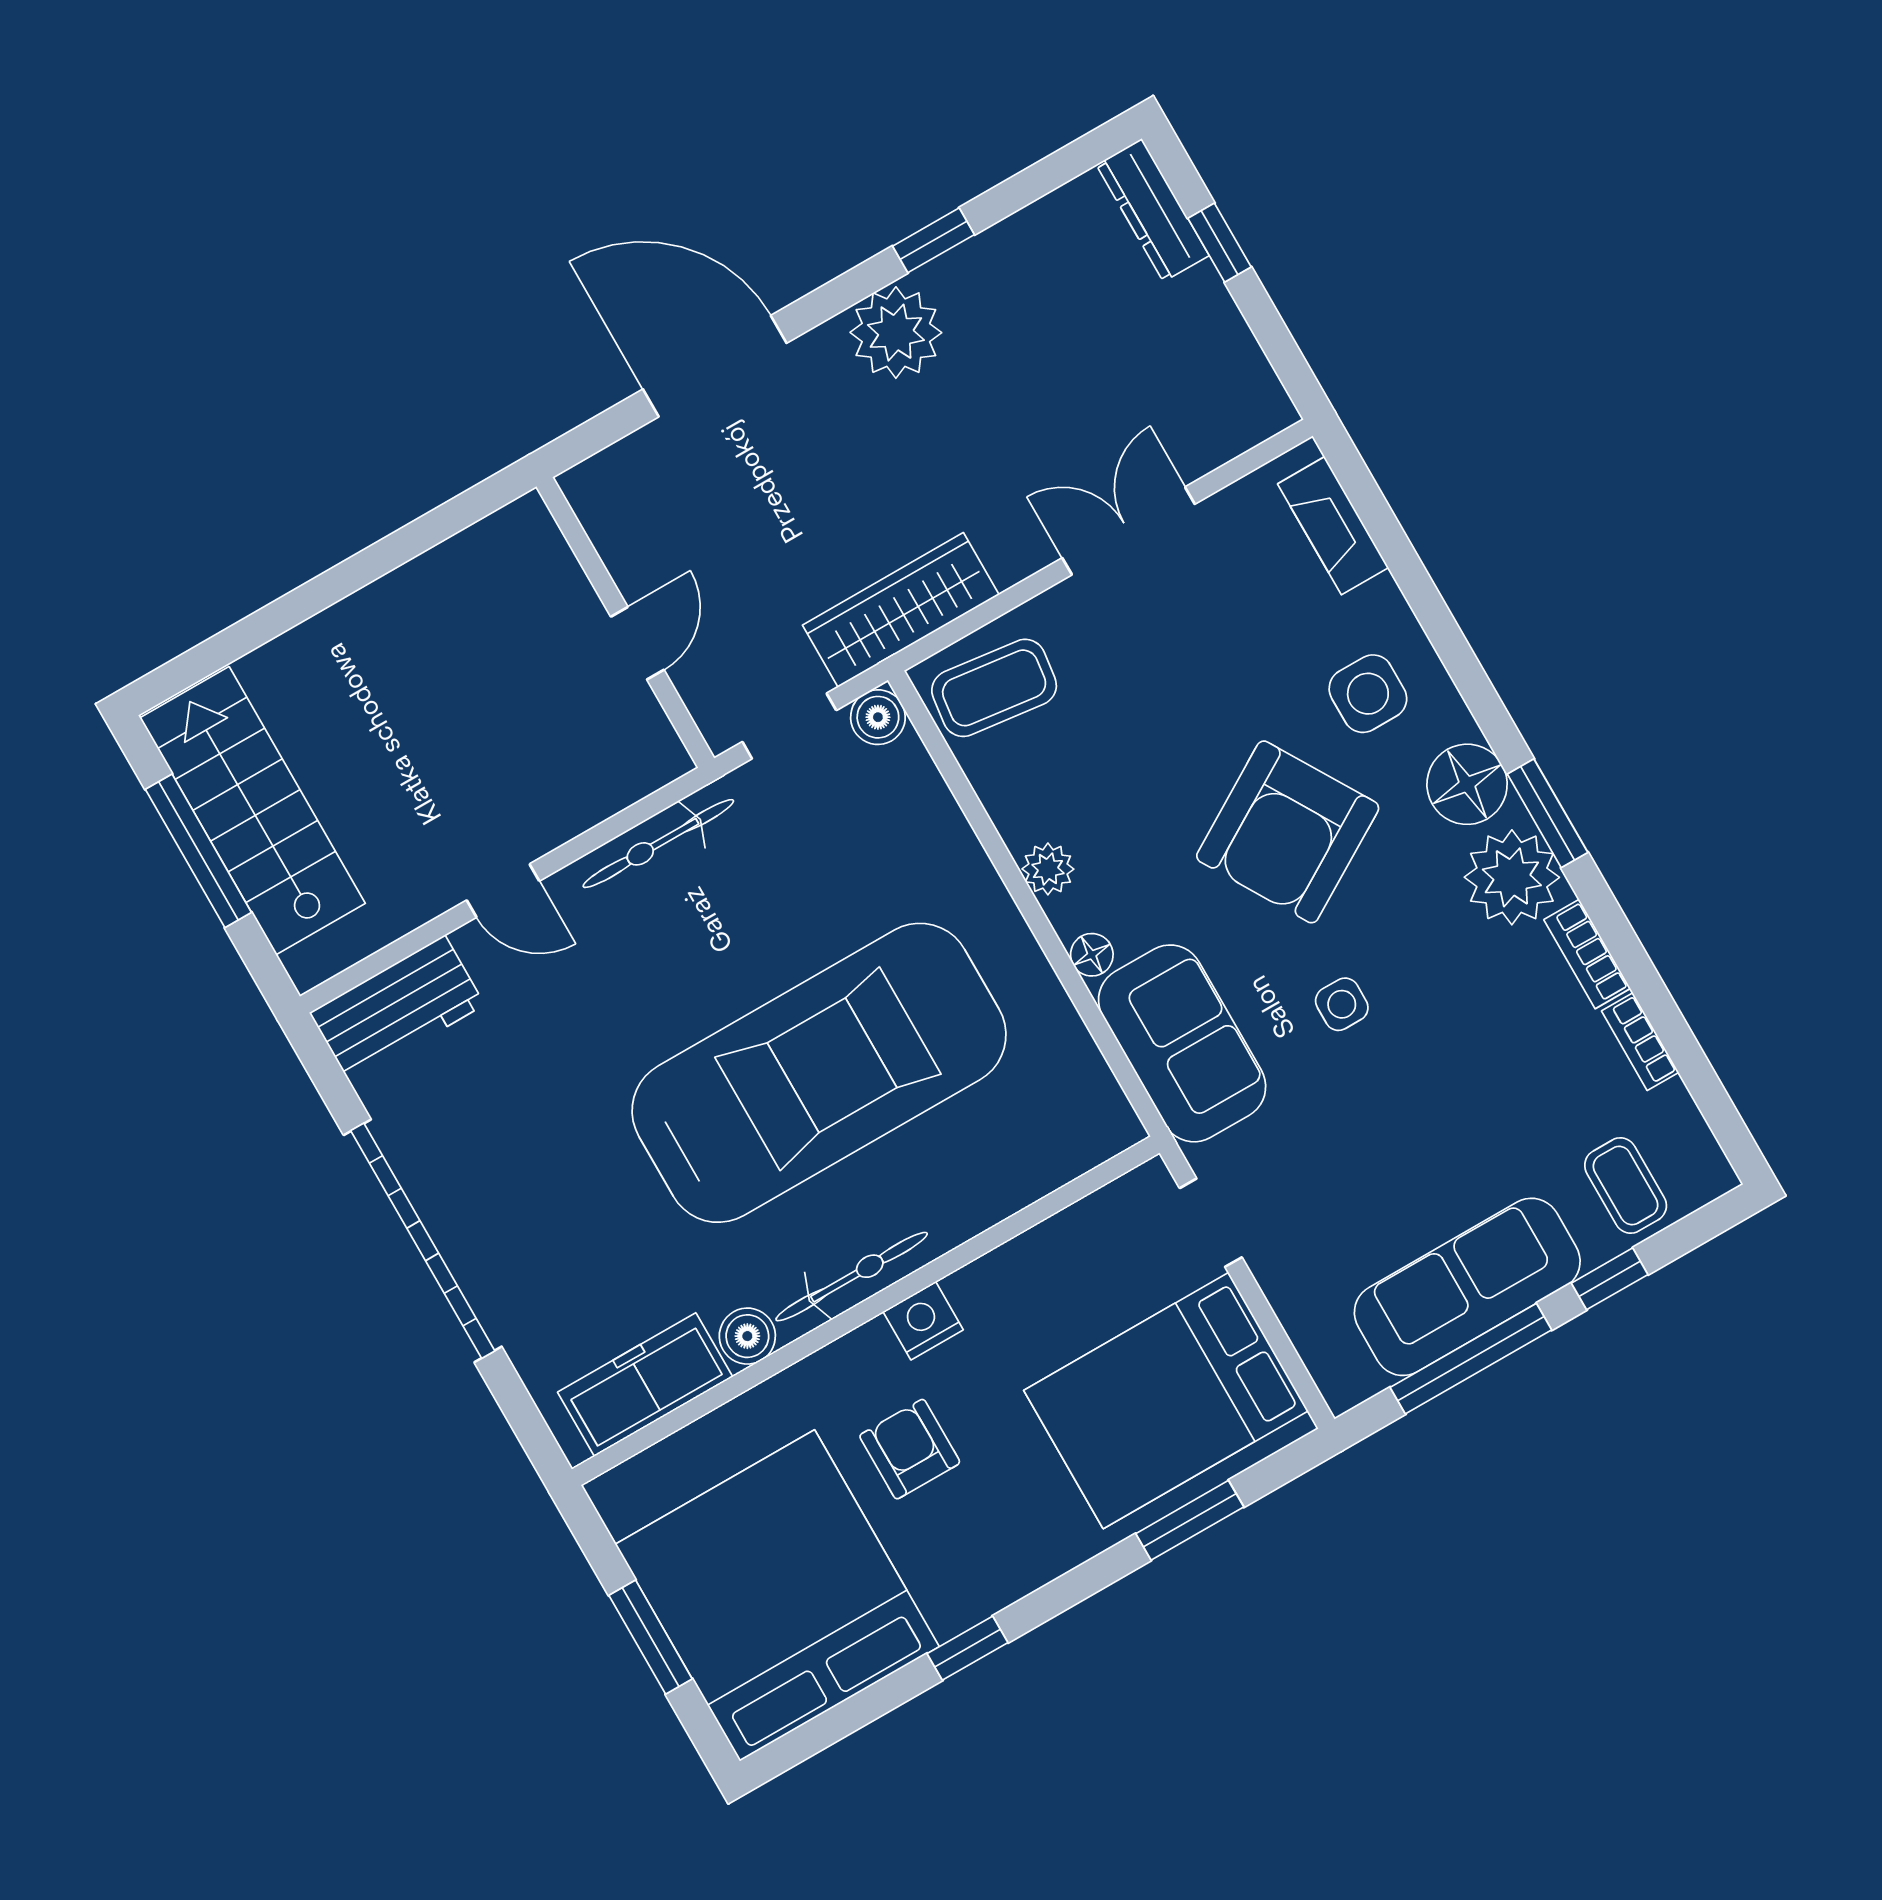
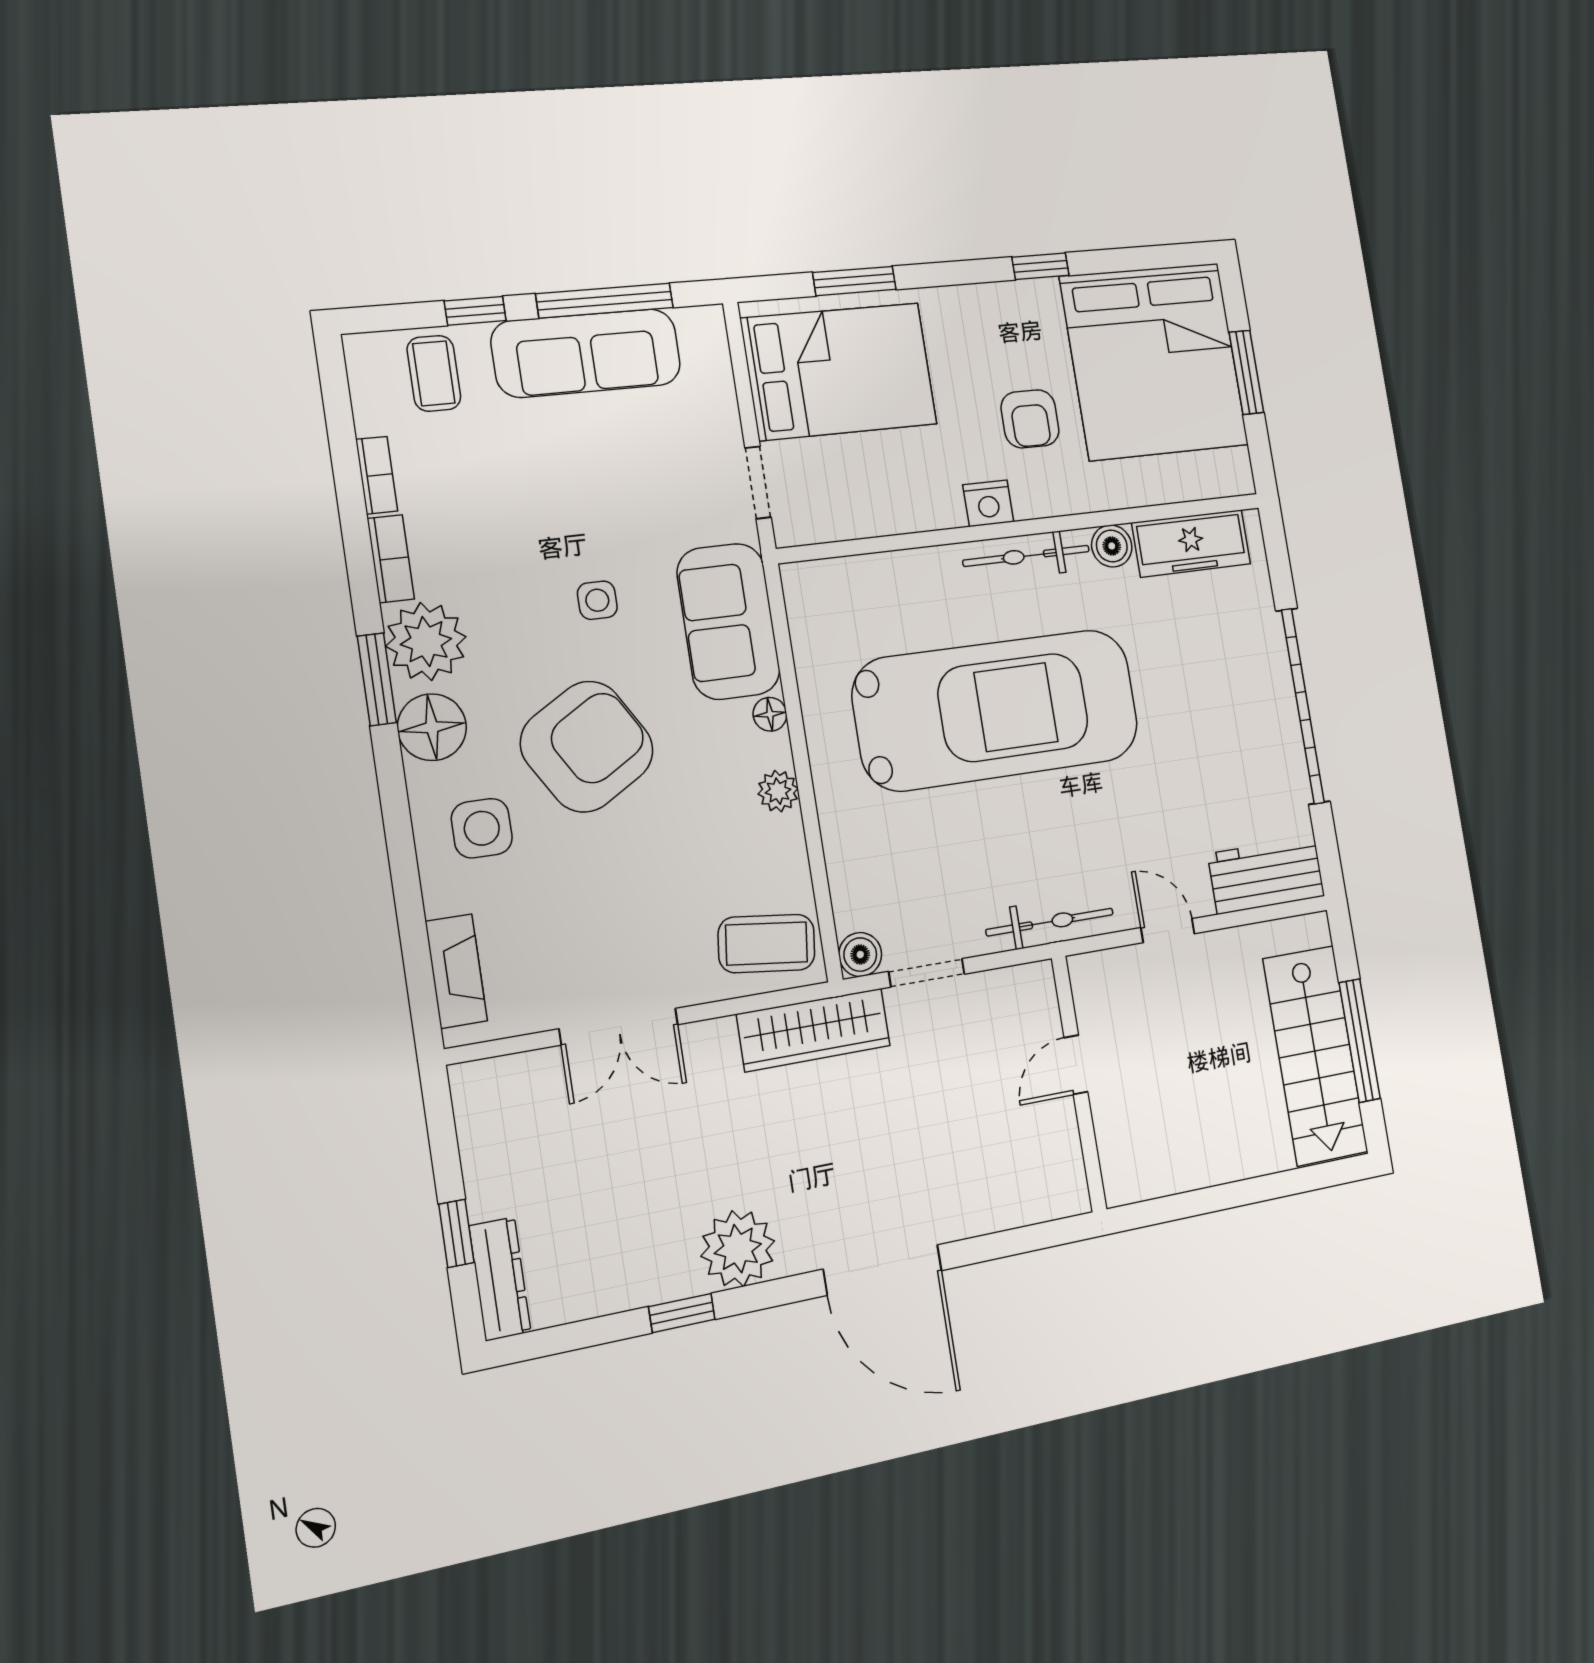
wall: (625, 622) -> (1079, 1084), moved
door: (637, 643) -> (1076, 1065), moved
car: (819, 1073) -> (997, 710), turned 180

